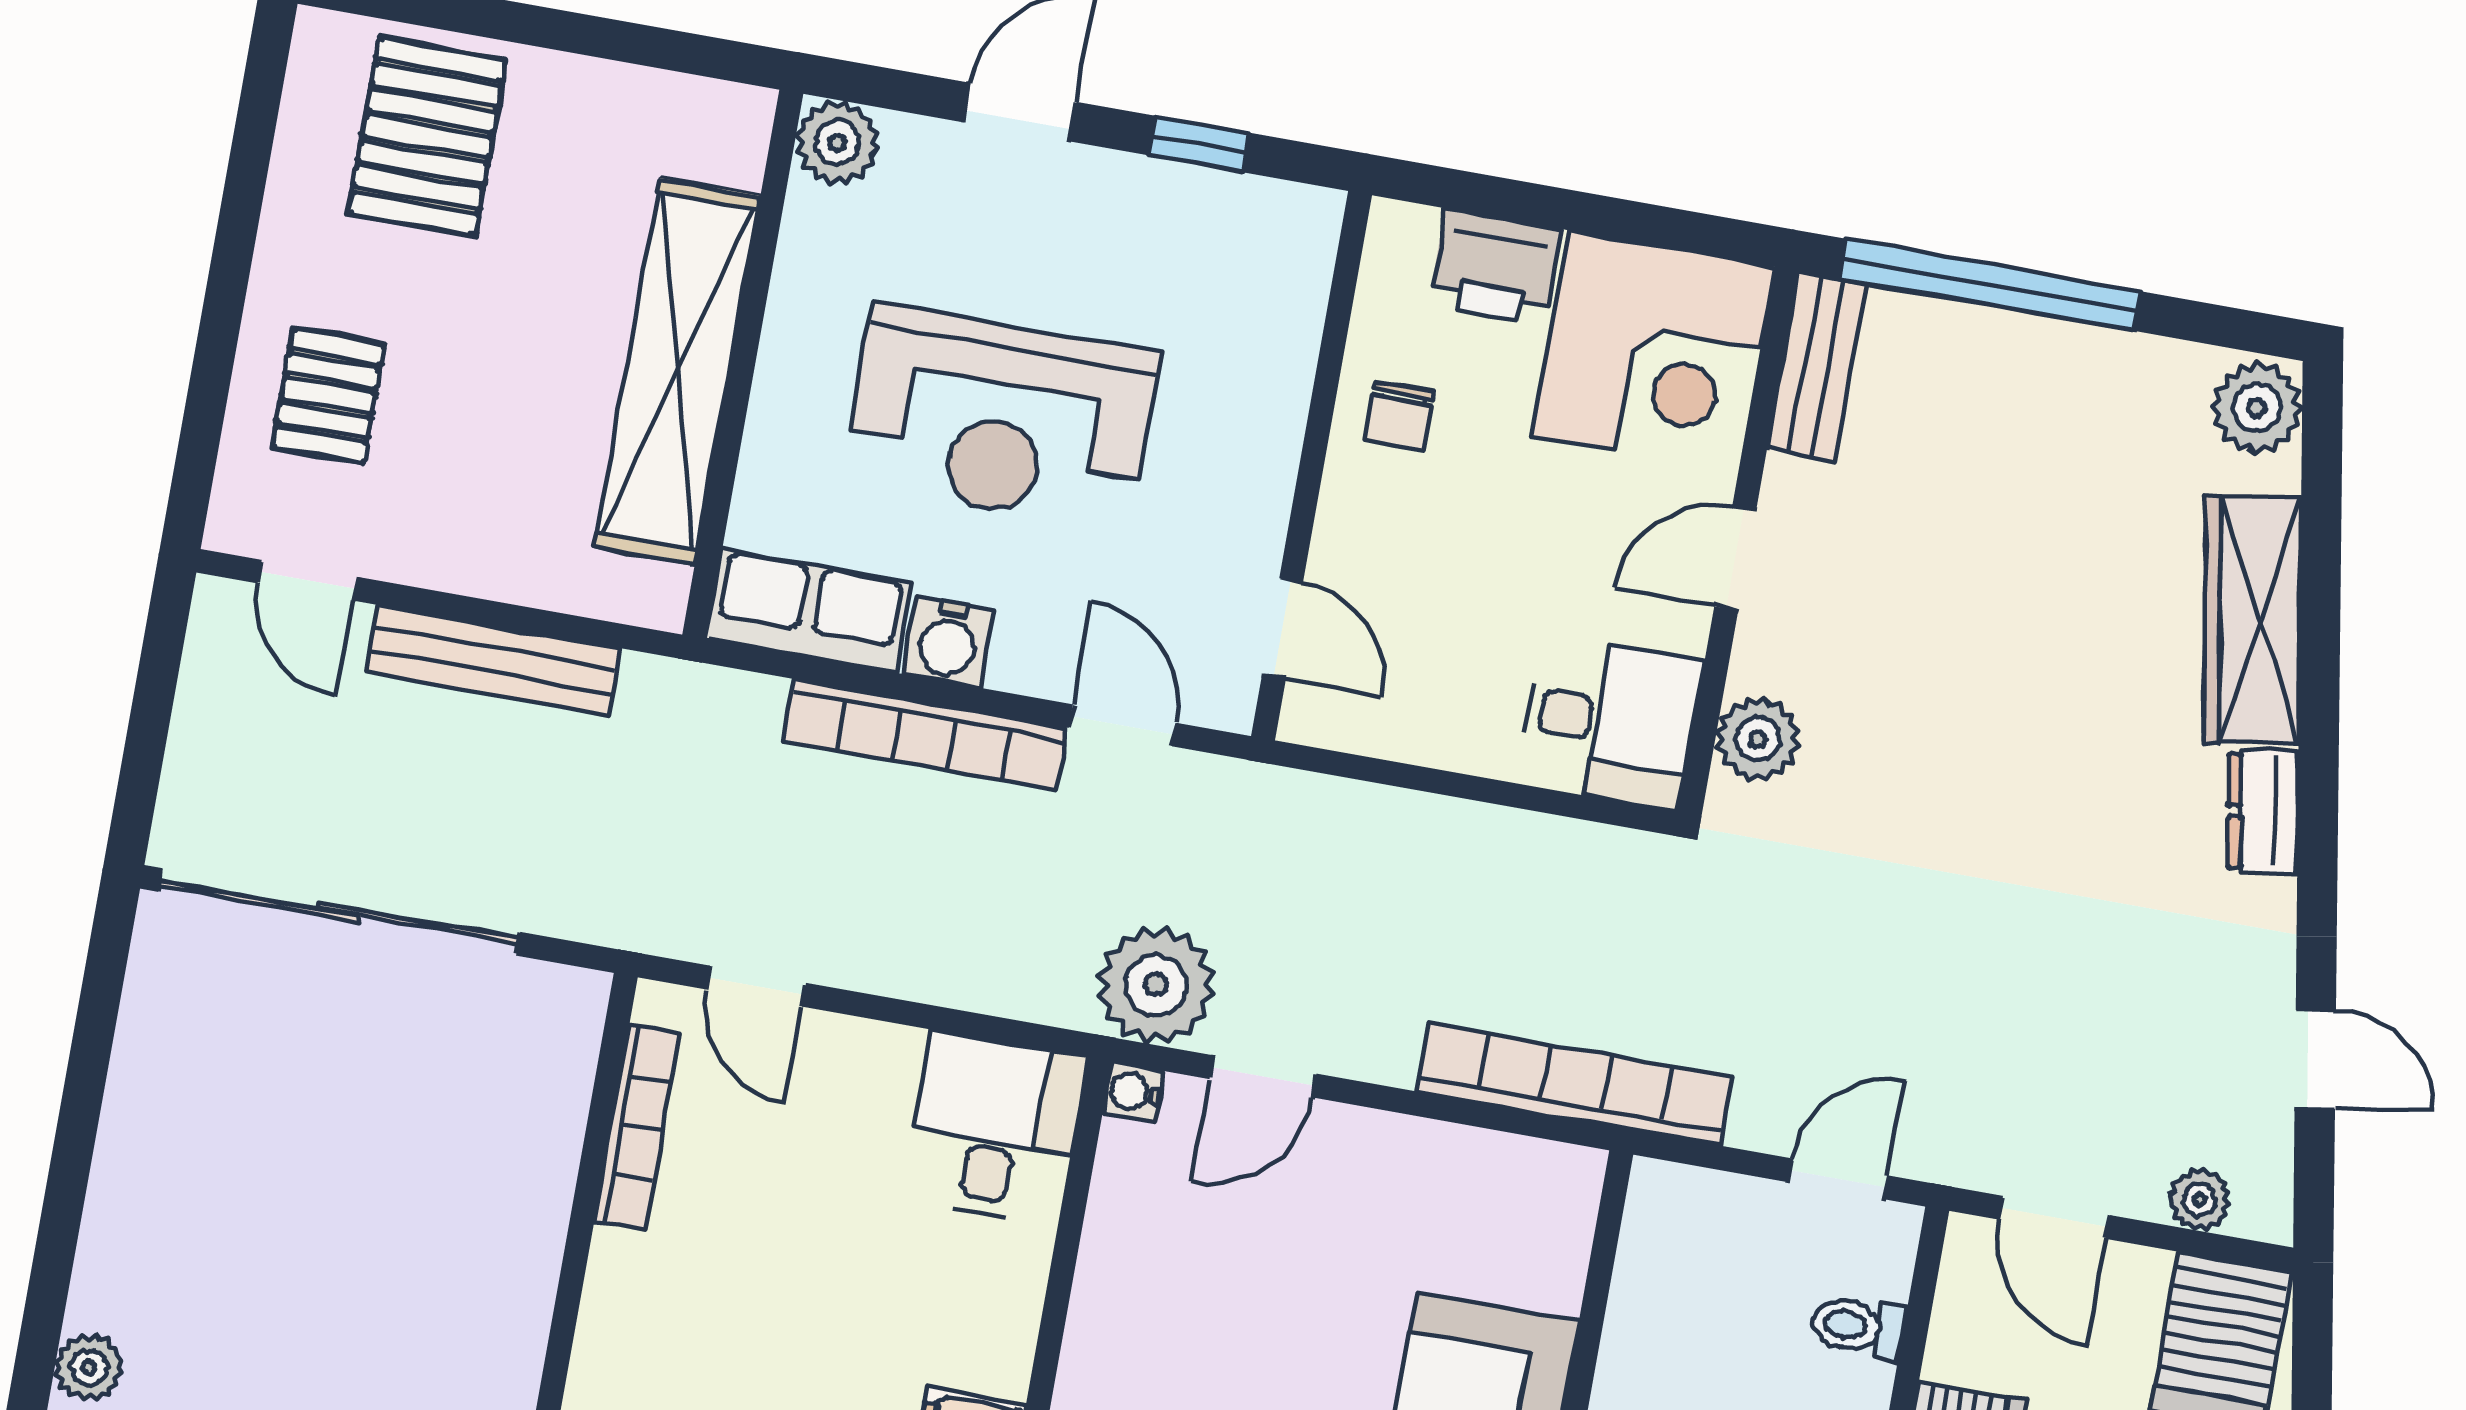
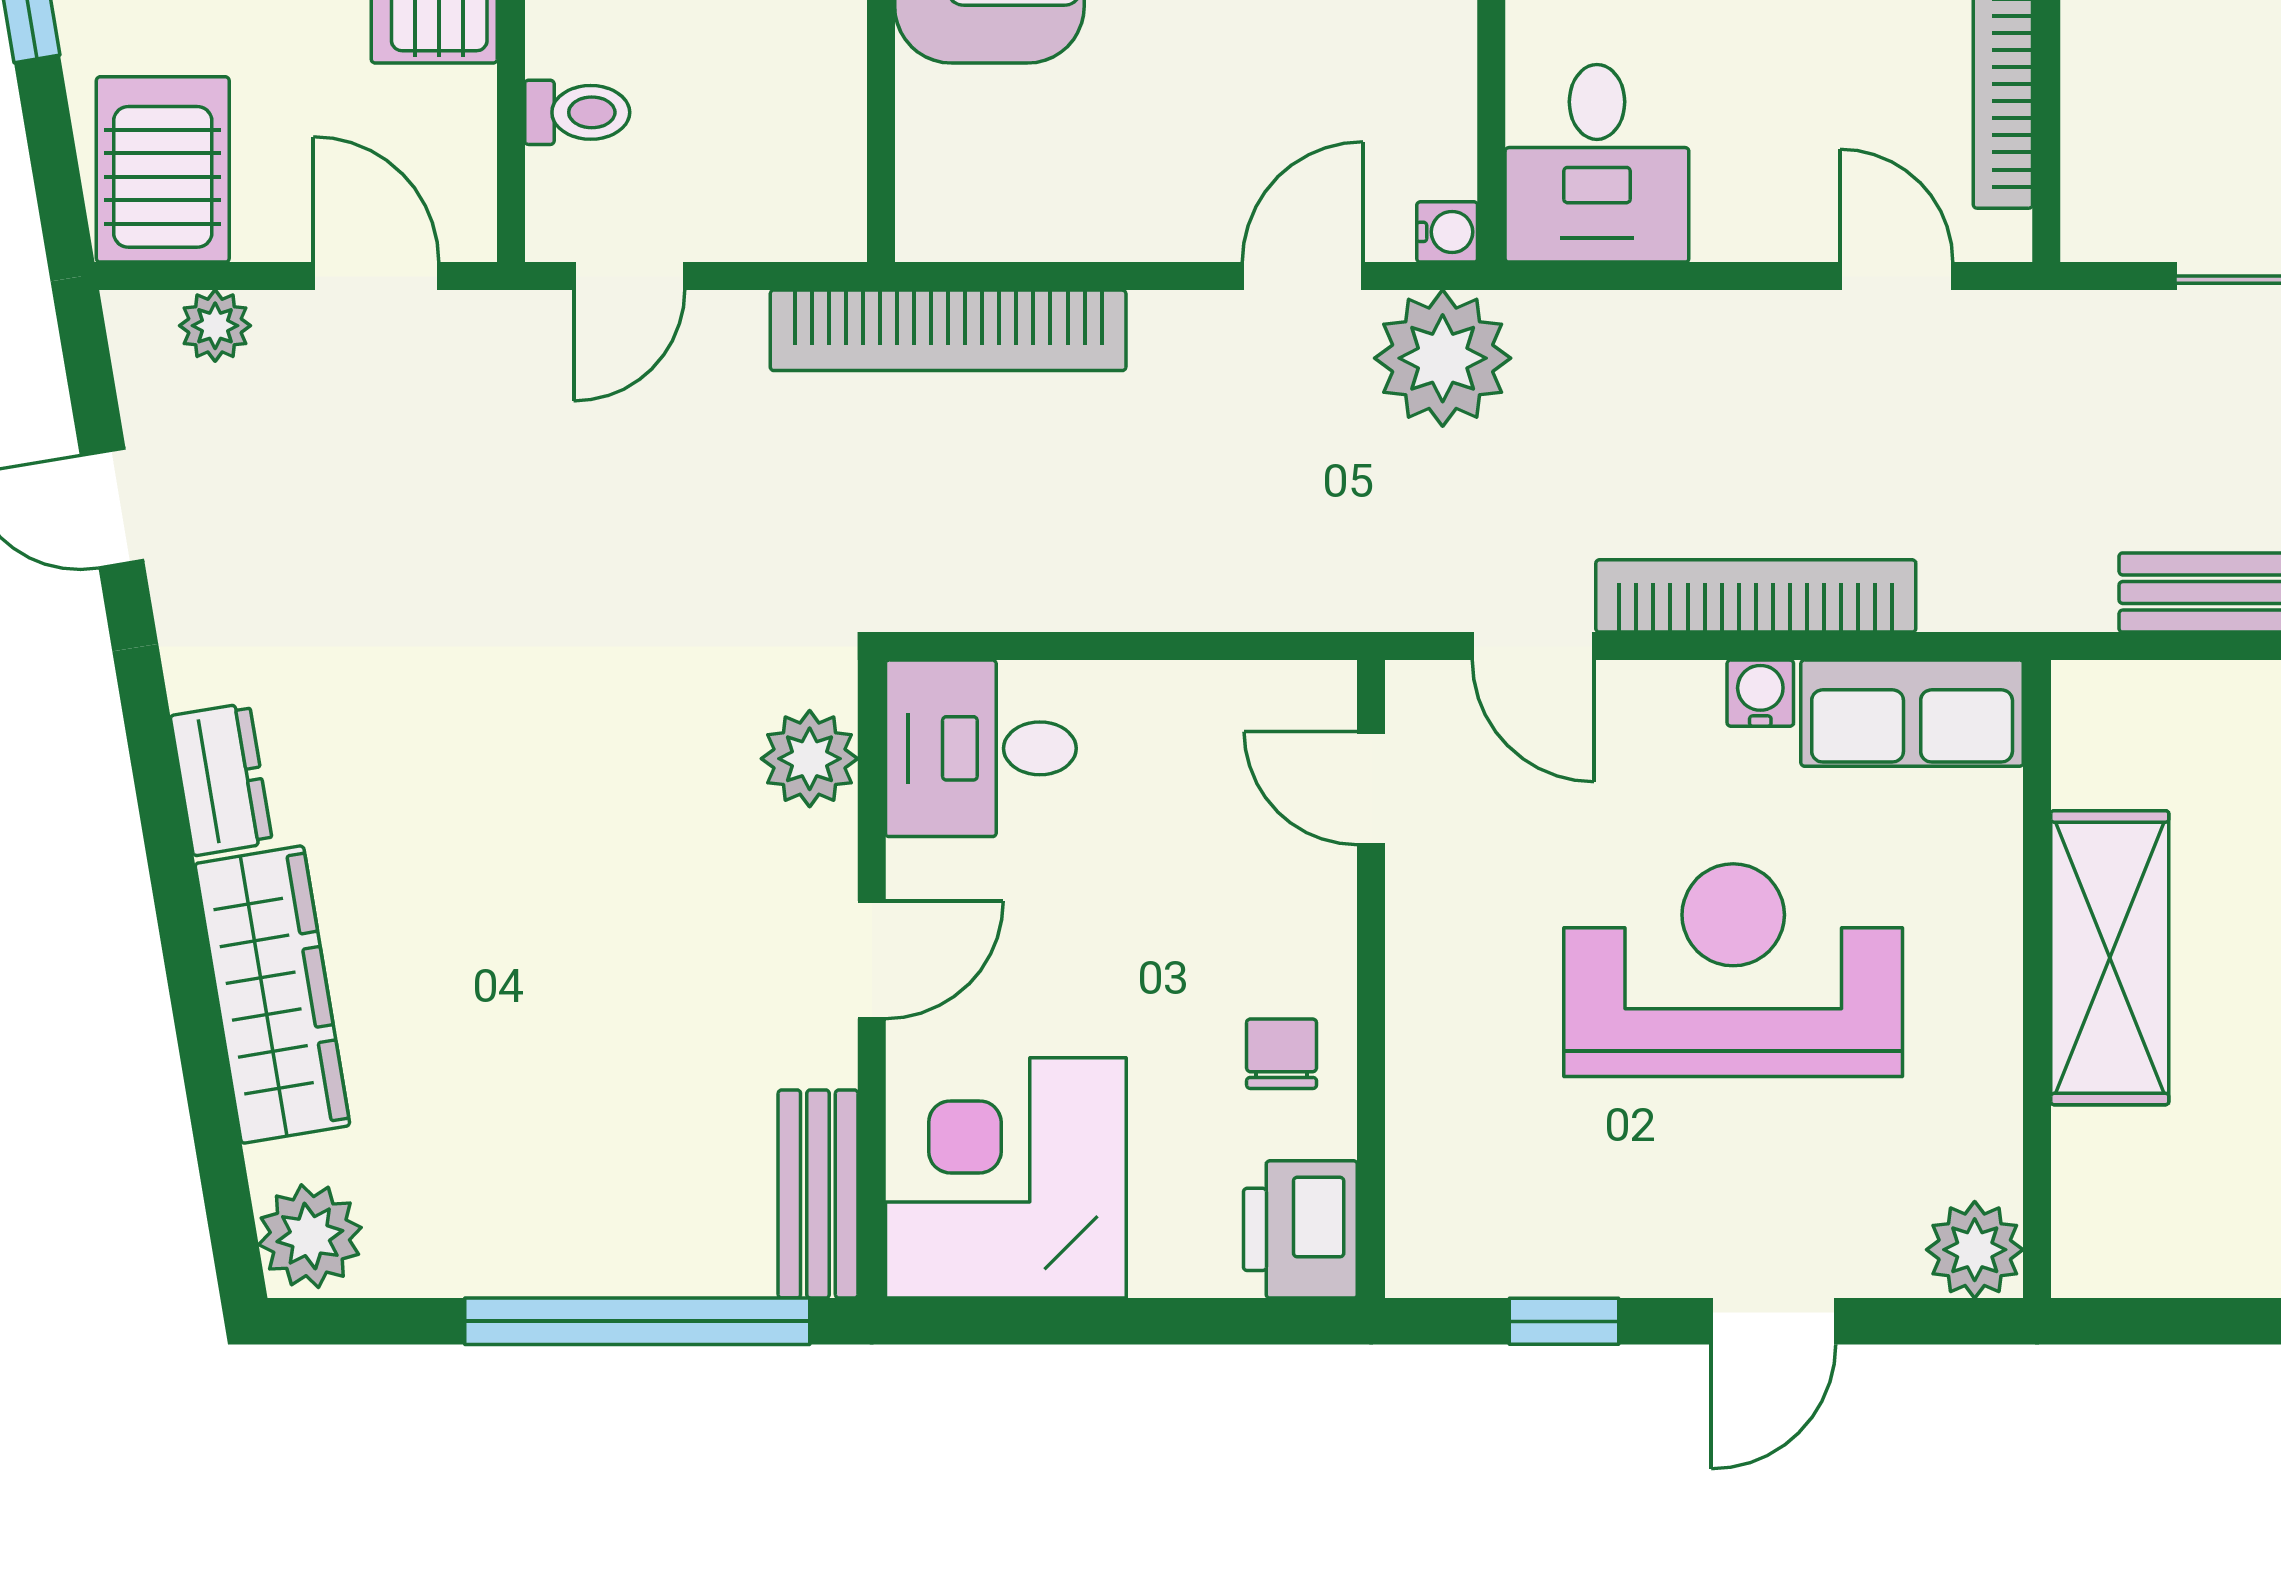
printer: (1496, 267) -> (1300, 1229), moved, turned -90
shelving: (677, 371) -> (2110, 958), width x0.68
water cooler: (948, 642) -> (1760, 693), width x0.72, depth x0.72

